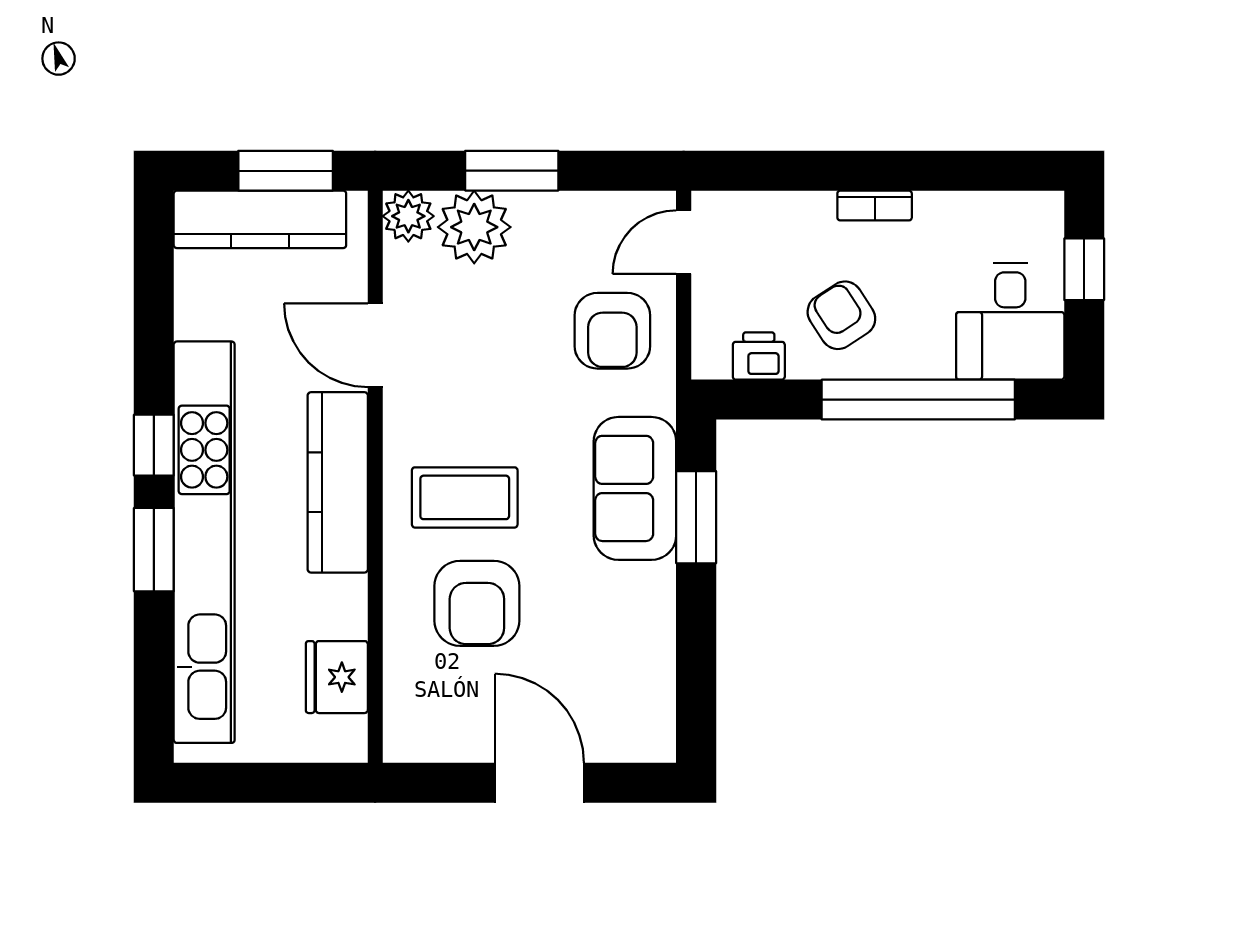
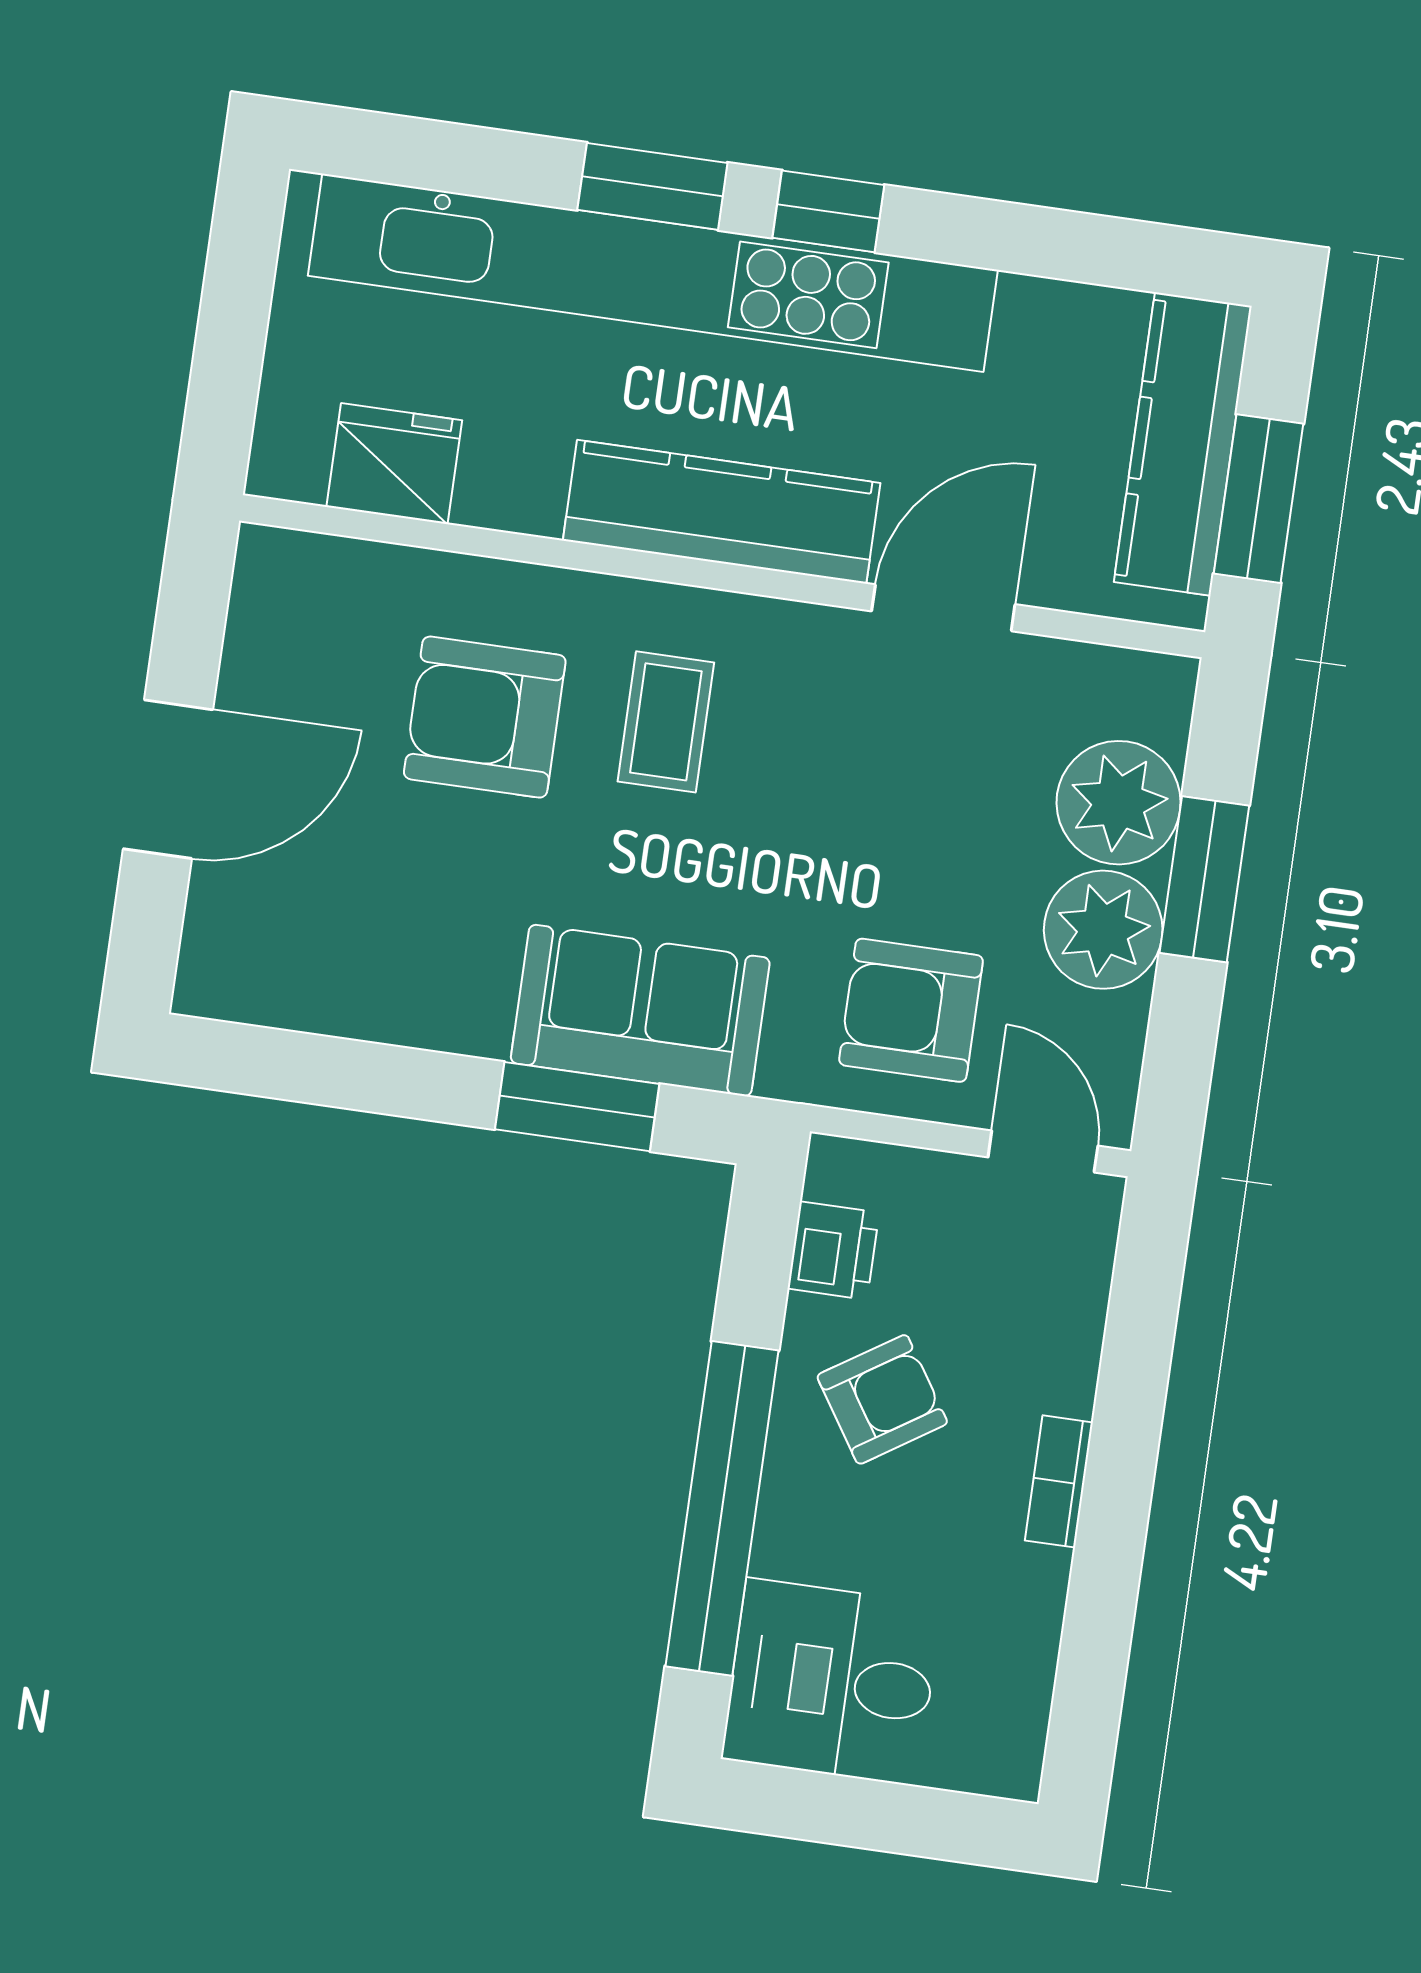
plant: (408, 216) -> (1103, 930), moved, width x1.36, depth x1.36
window: (1084, 269) -> (902, 1819), removed
coffee table: (465, 497) -> (666, 722), width x0.73, depth x0.77

